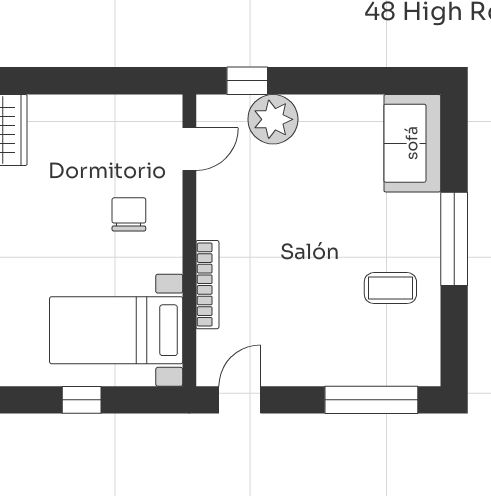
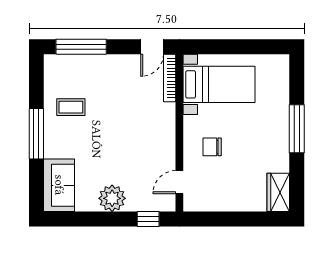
plant: (273, 119) -> (112, 198), moved
chair: (129, 214) -> (212, 147), turned 90
bookcase: (207, 285) -> (170, 78), moved
window: (82, 400) -> (238, 47), removed

